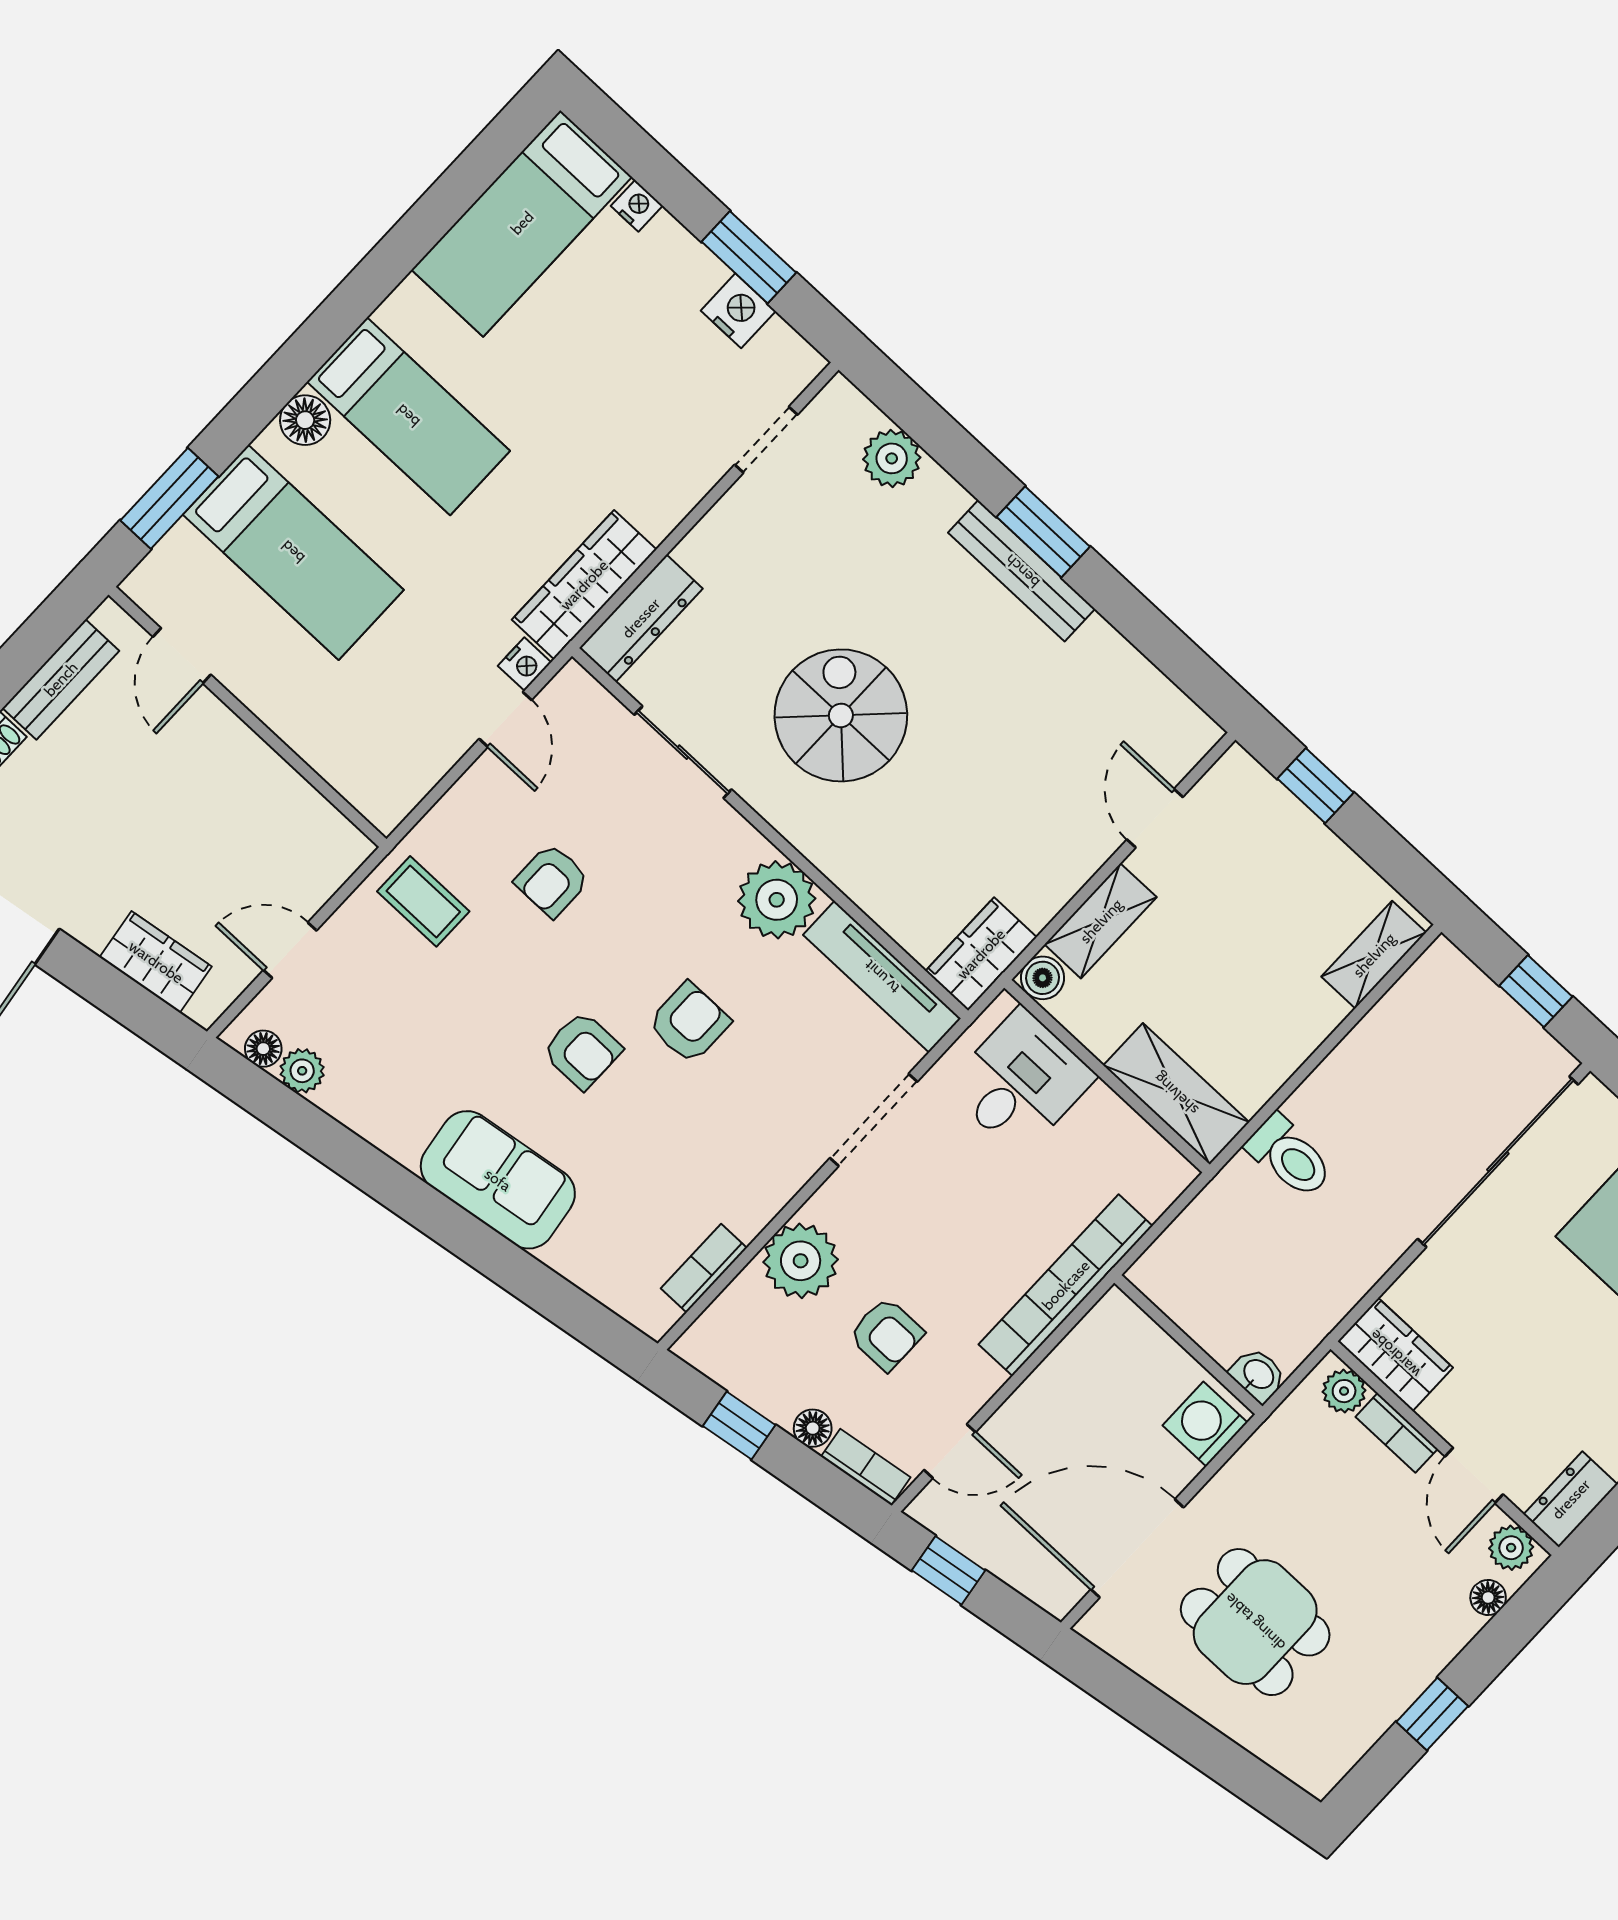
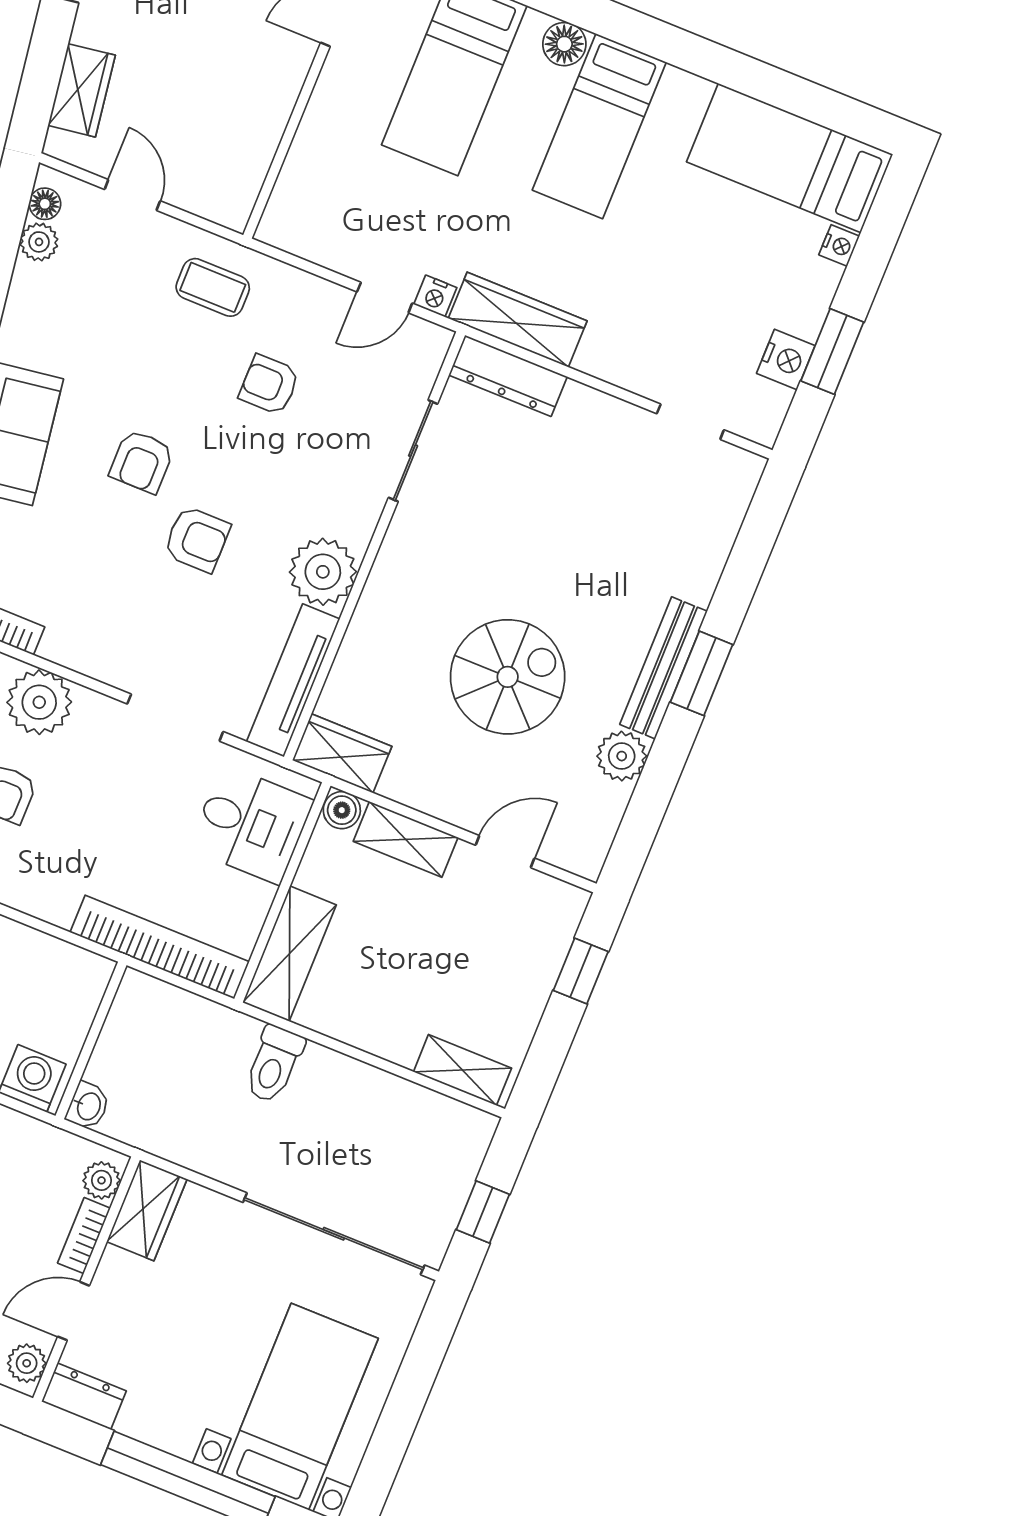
plant: (892, 458) -> (622, 756), moved
spiral stairs: (841, 715) -> (508, 677), moved
coffee table: (423, 901) -> (213, 287), turned 90
bookcase: (1066, 1285) -> (160, 947), moved

